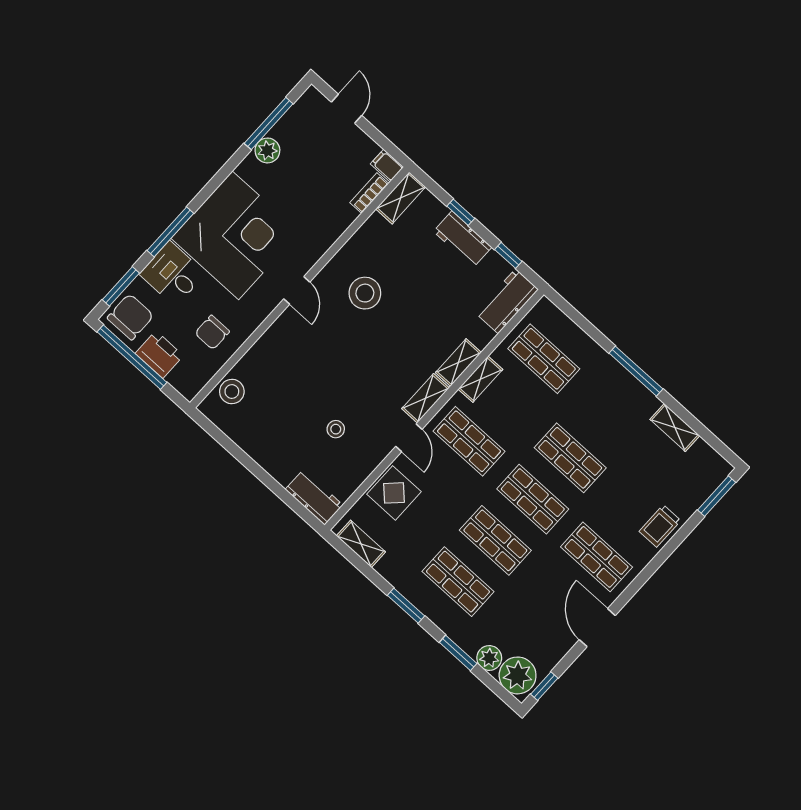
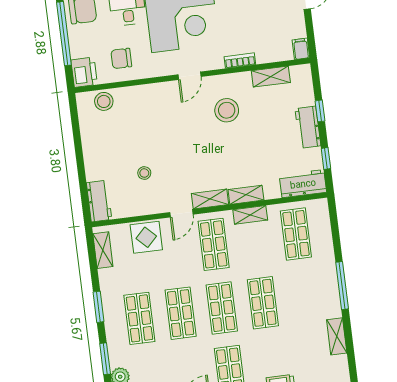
bookcase: (369, 193) -> (240, 61), moved
shelving: (401, 198) -> (271, 77), moved
printer: (159, 354) -> (84, 72), moved

